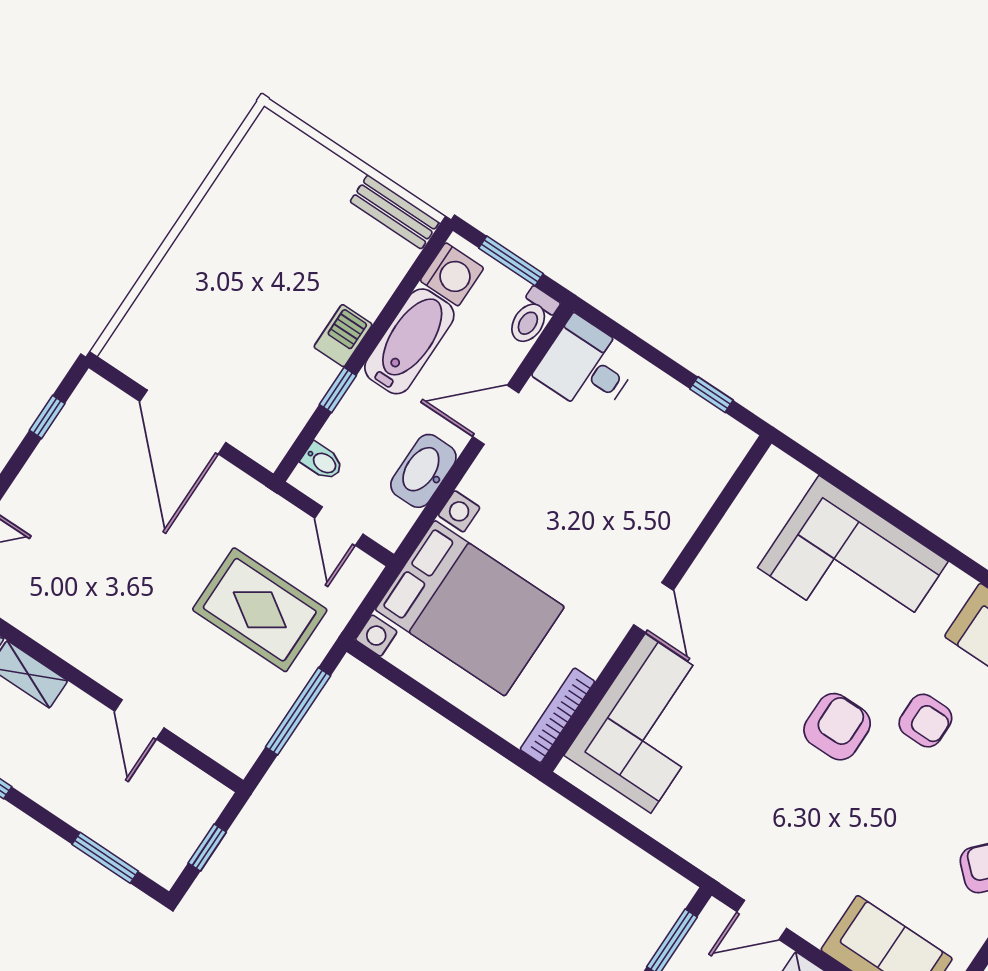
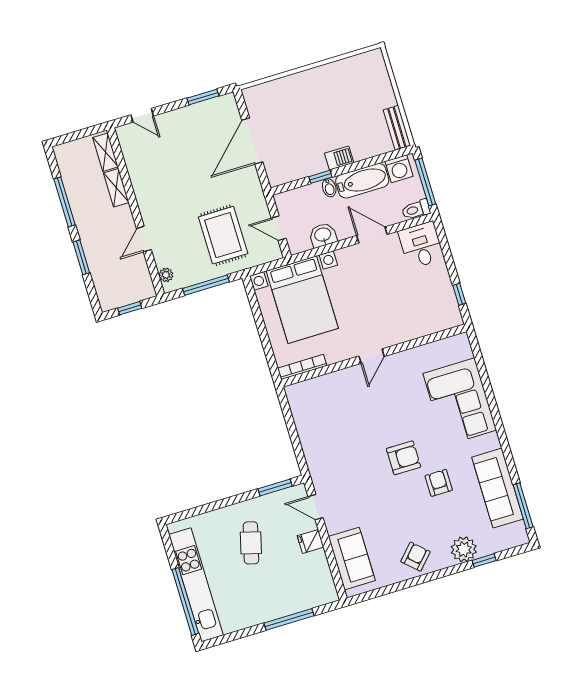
window: (511, 261) -> (425, 182), width x1.44
window: (47, 417) -> (203, 97), width x1.50
bidet: (322, 462) -> (329, 188), moved
washbasin: (423, 471) -> (323, 235), width x0.72
door: (339, 526) -> (279, 228), hinge flipped
armchair: (925, 721) -> (439, 483), turned 180
corner sofa: (648, 723) -> (334, 398), removed
plant: (221, 747) -> (166, 275), added
window: (105, 858) -> (81, 257), moved

